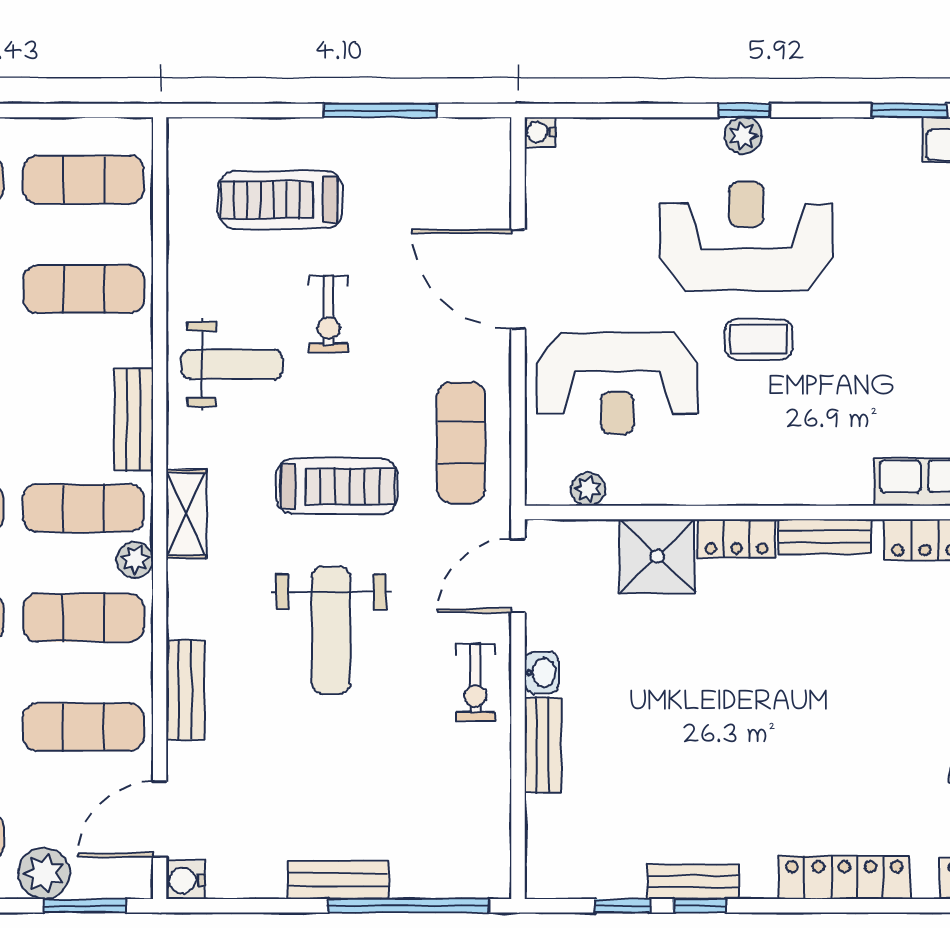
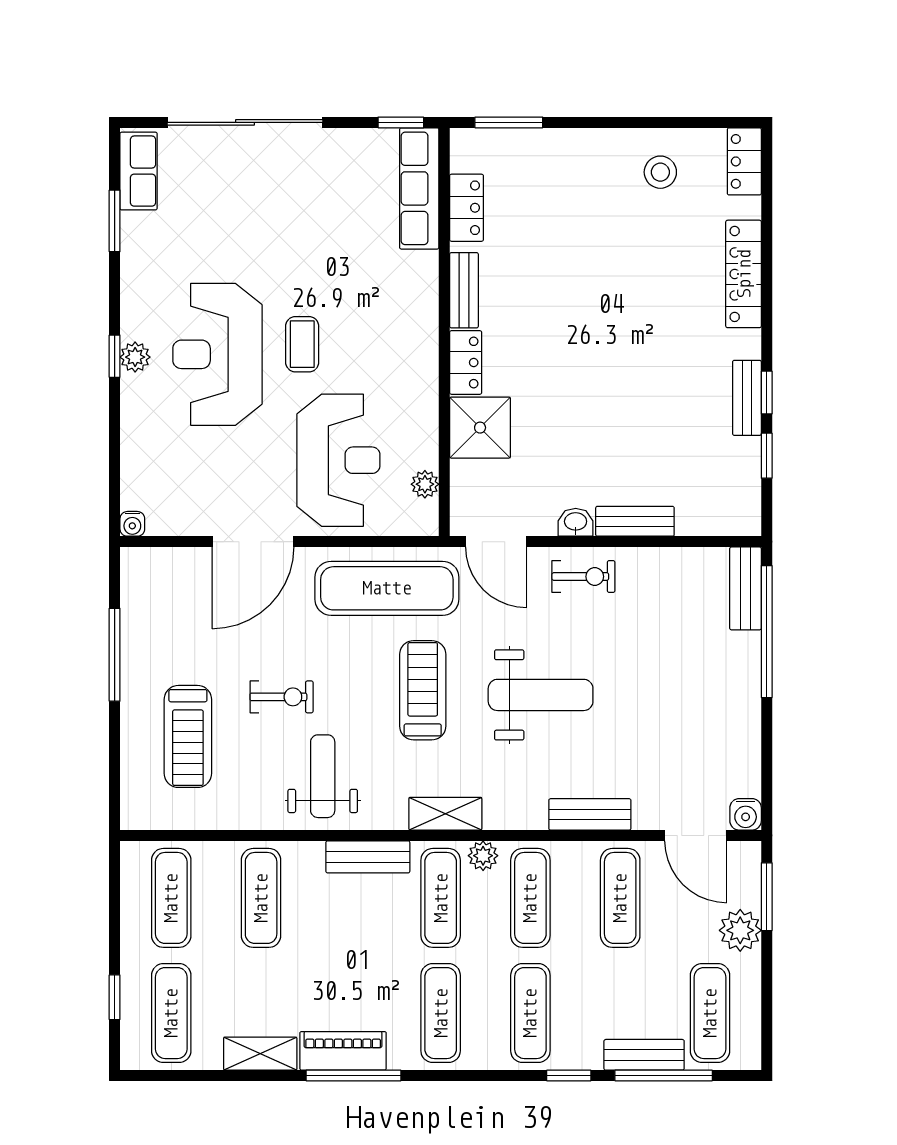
exercise mat: (461, 443) -> (387, 588), width x1.36, depth x1.45
bench: (338, 880) -> (745, 588), moved

